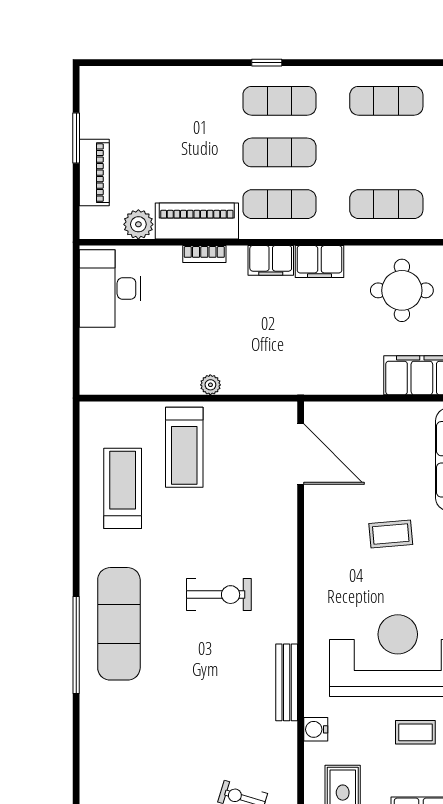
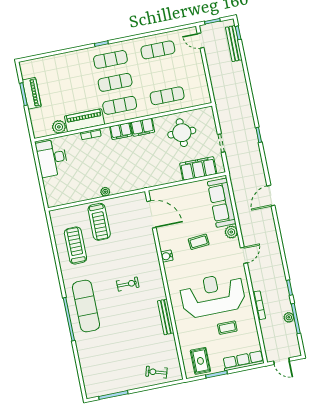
piano: (94, 173) -> (32, 93), moved
exercise bike: (219, 595) -> (128, 284), width x0.73, depth x0.72
water cooler: (316, 729) -> (167, 256), moved

